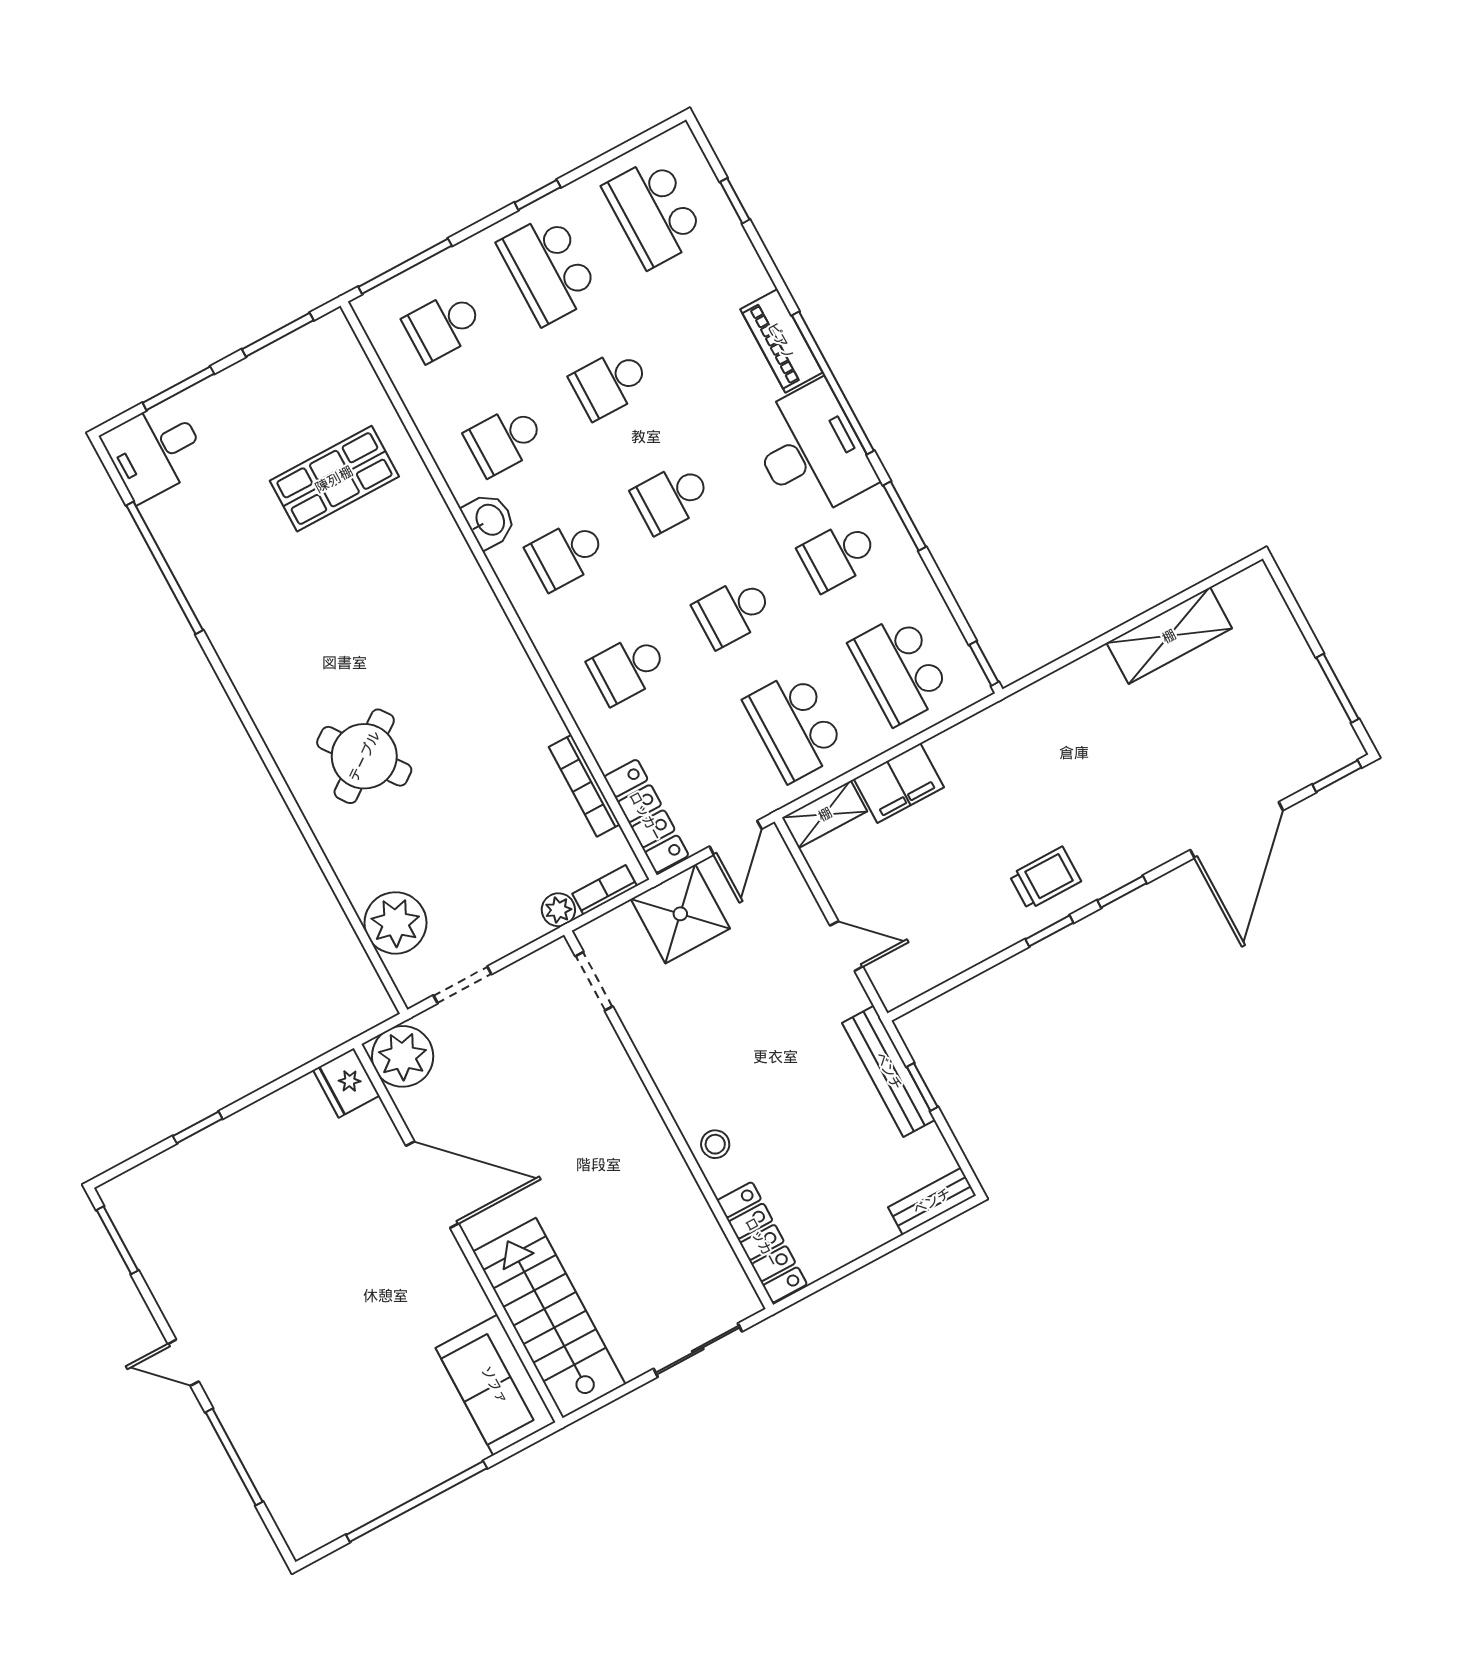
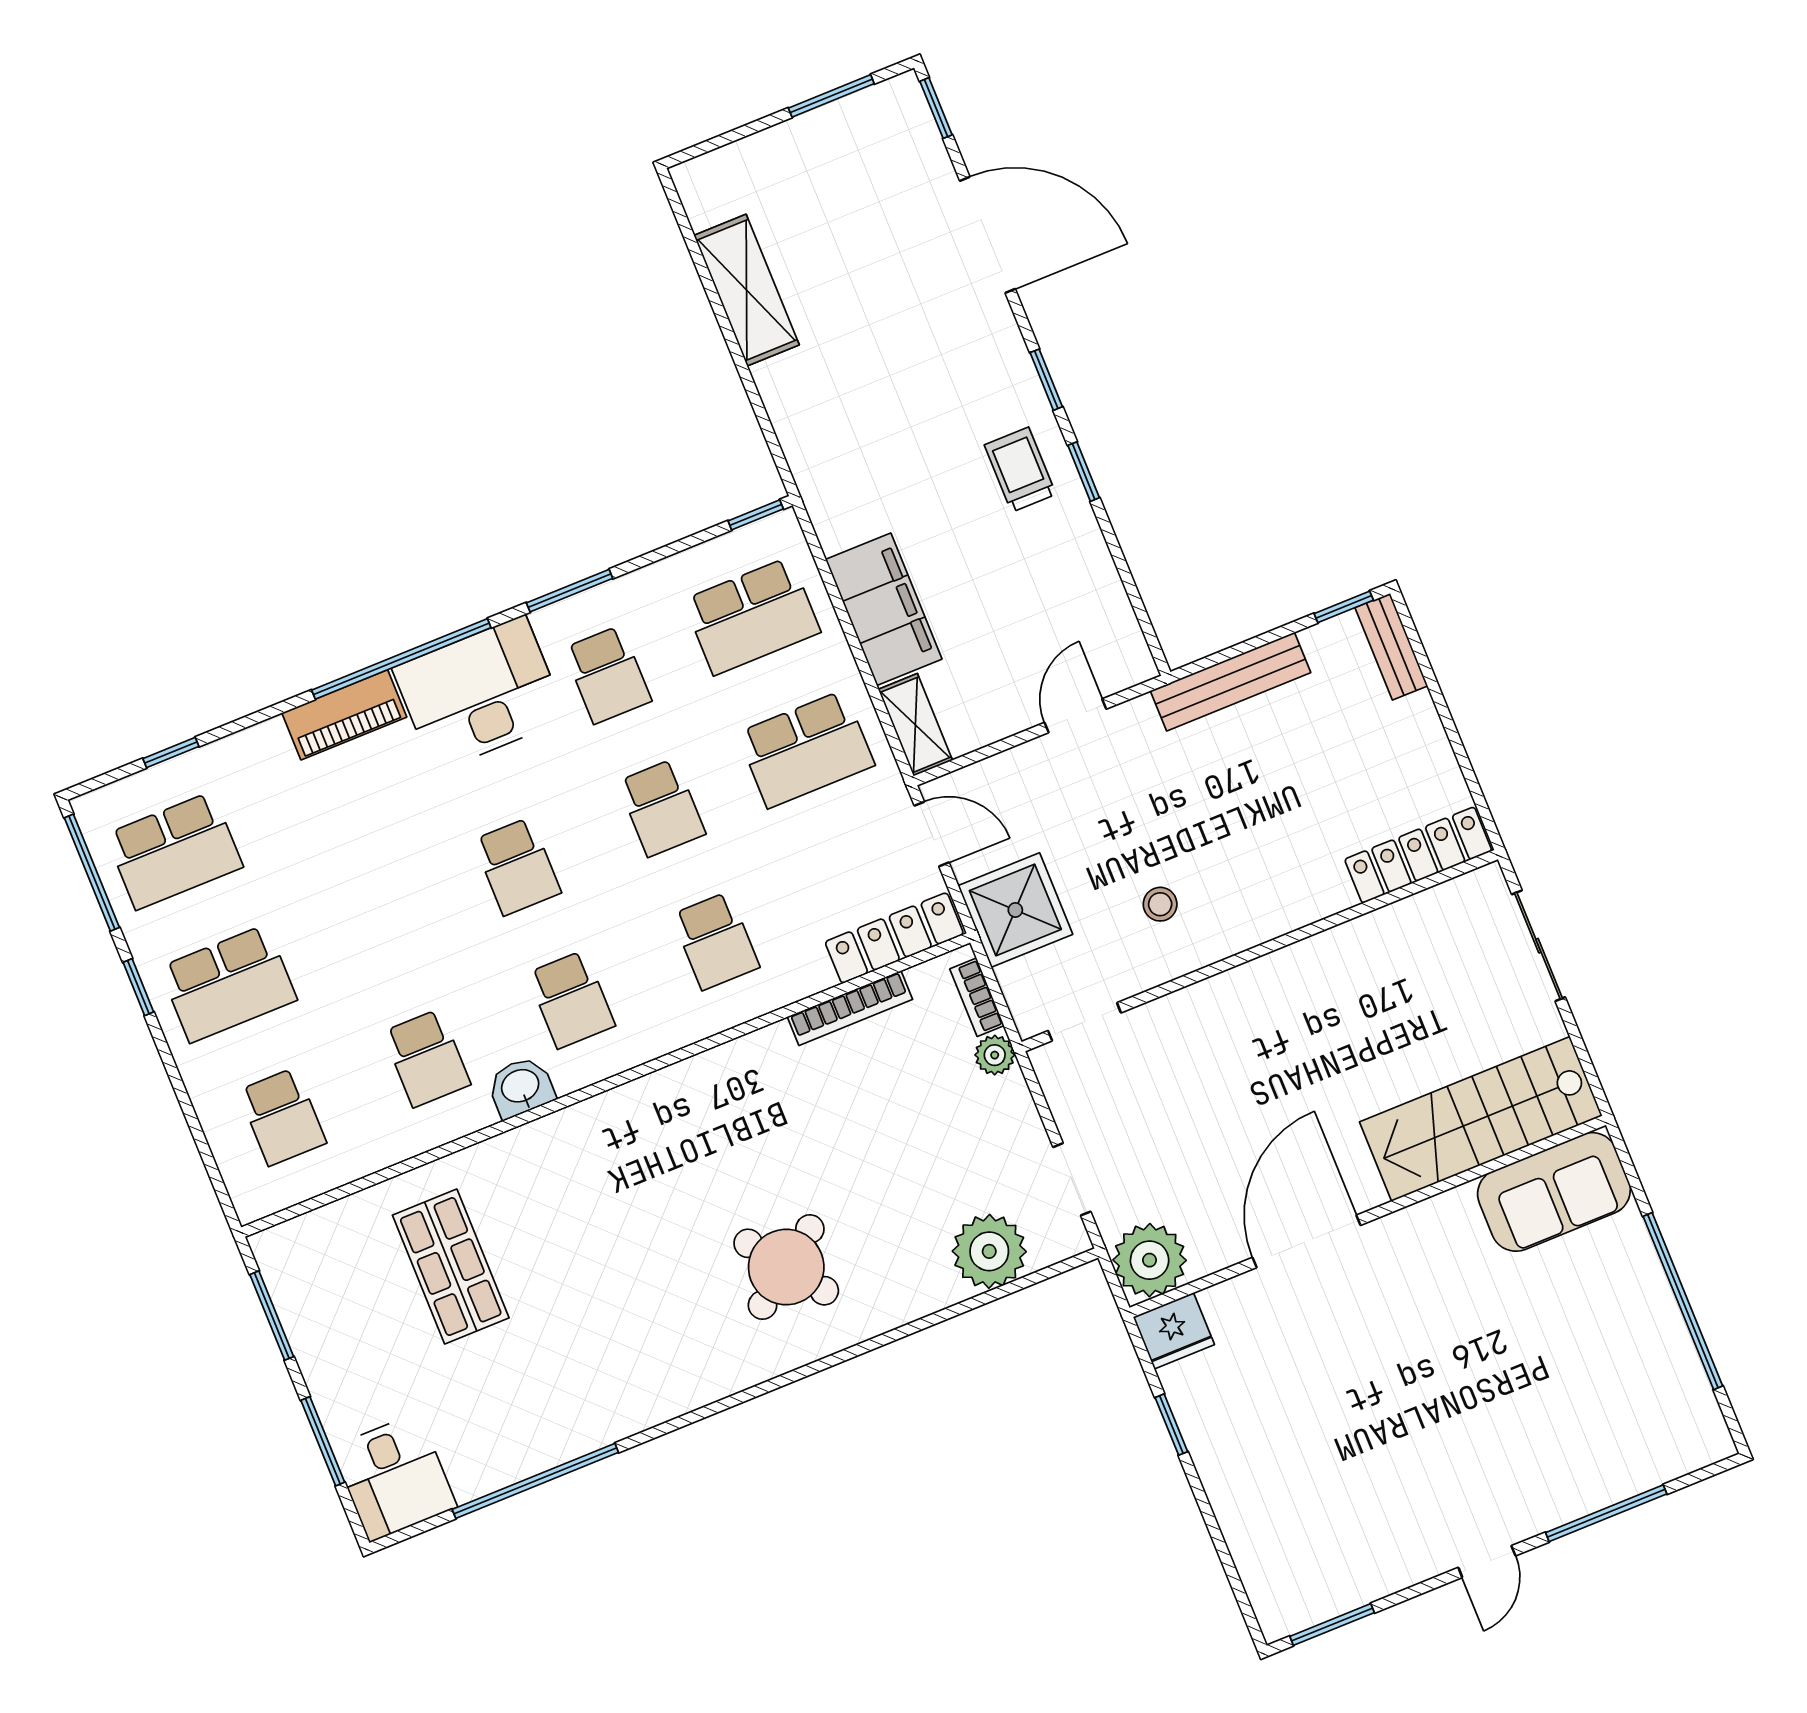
window: (405, 266) -> (92, 873), moved
school desk: (610, 383) -> (373, 925), removed
filing cabinet: (899, 783) -> (884, 609), width x1.50, depth x1.17
window: (922, 1087) -> (1344, 607), moved
window: (198, 1127) -> (1171, 1425), moved
stool: (715, 1144) -> (1160, 904), moved

